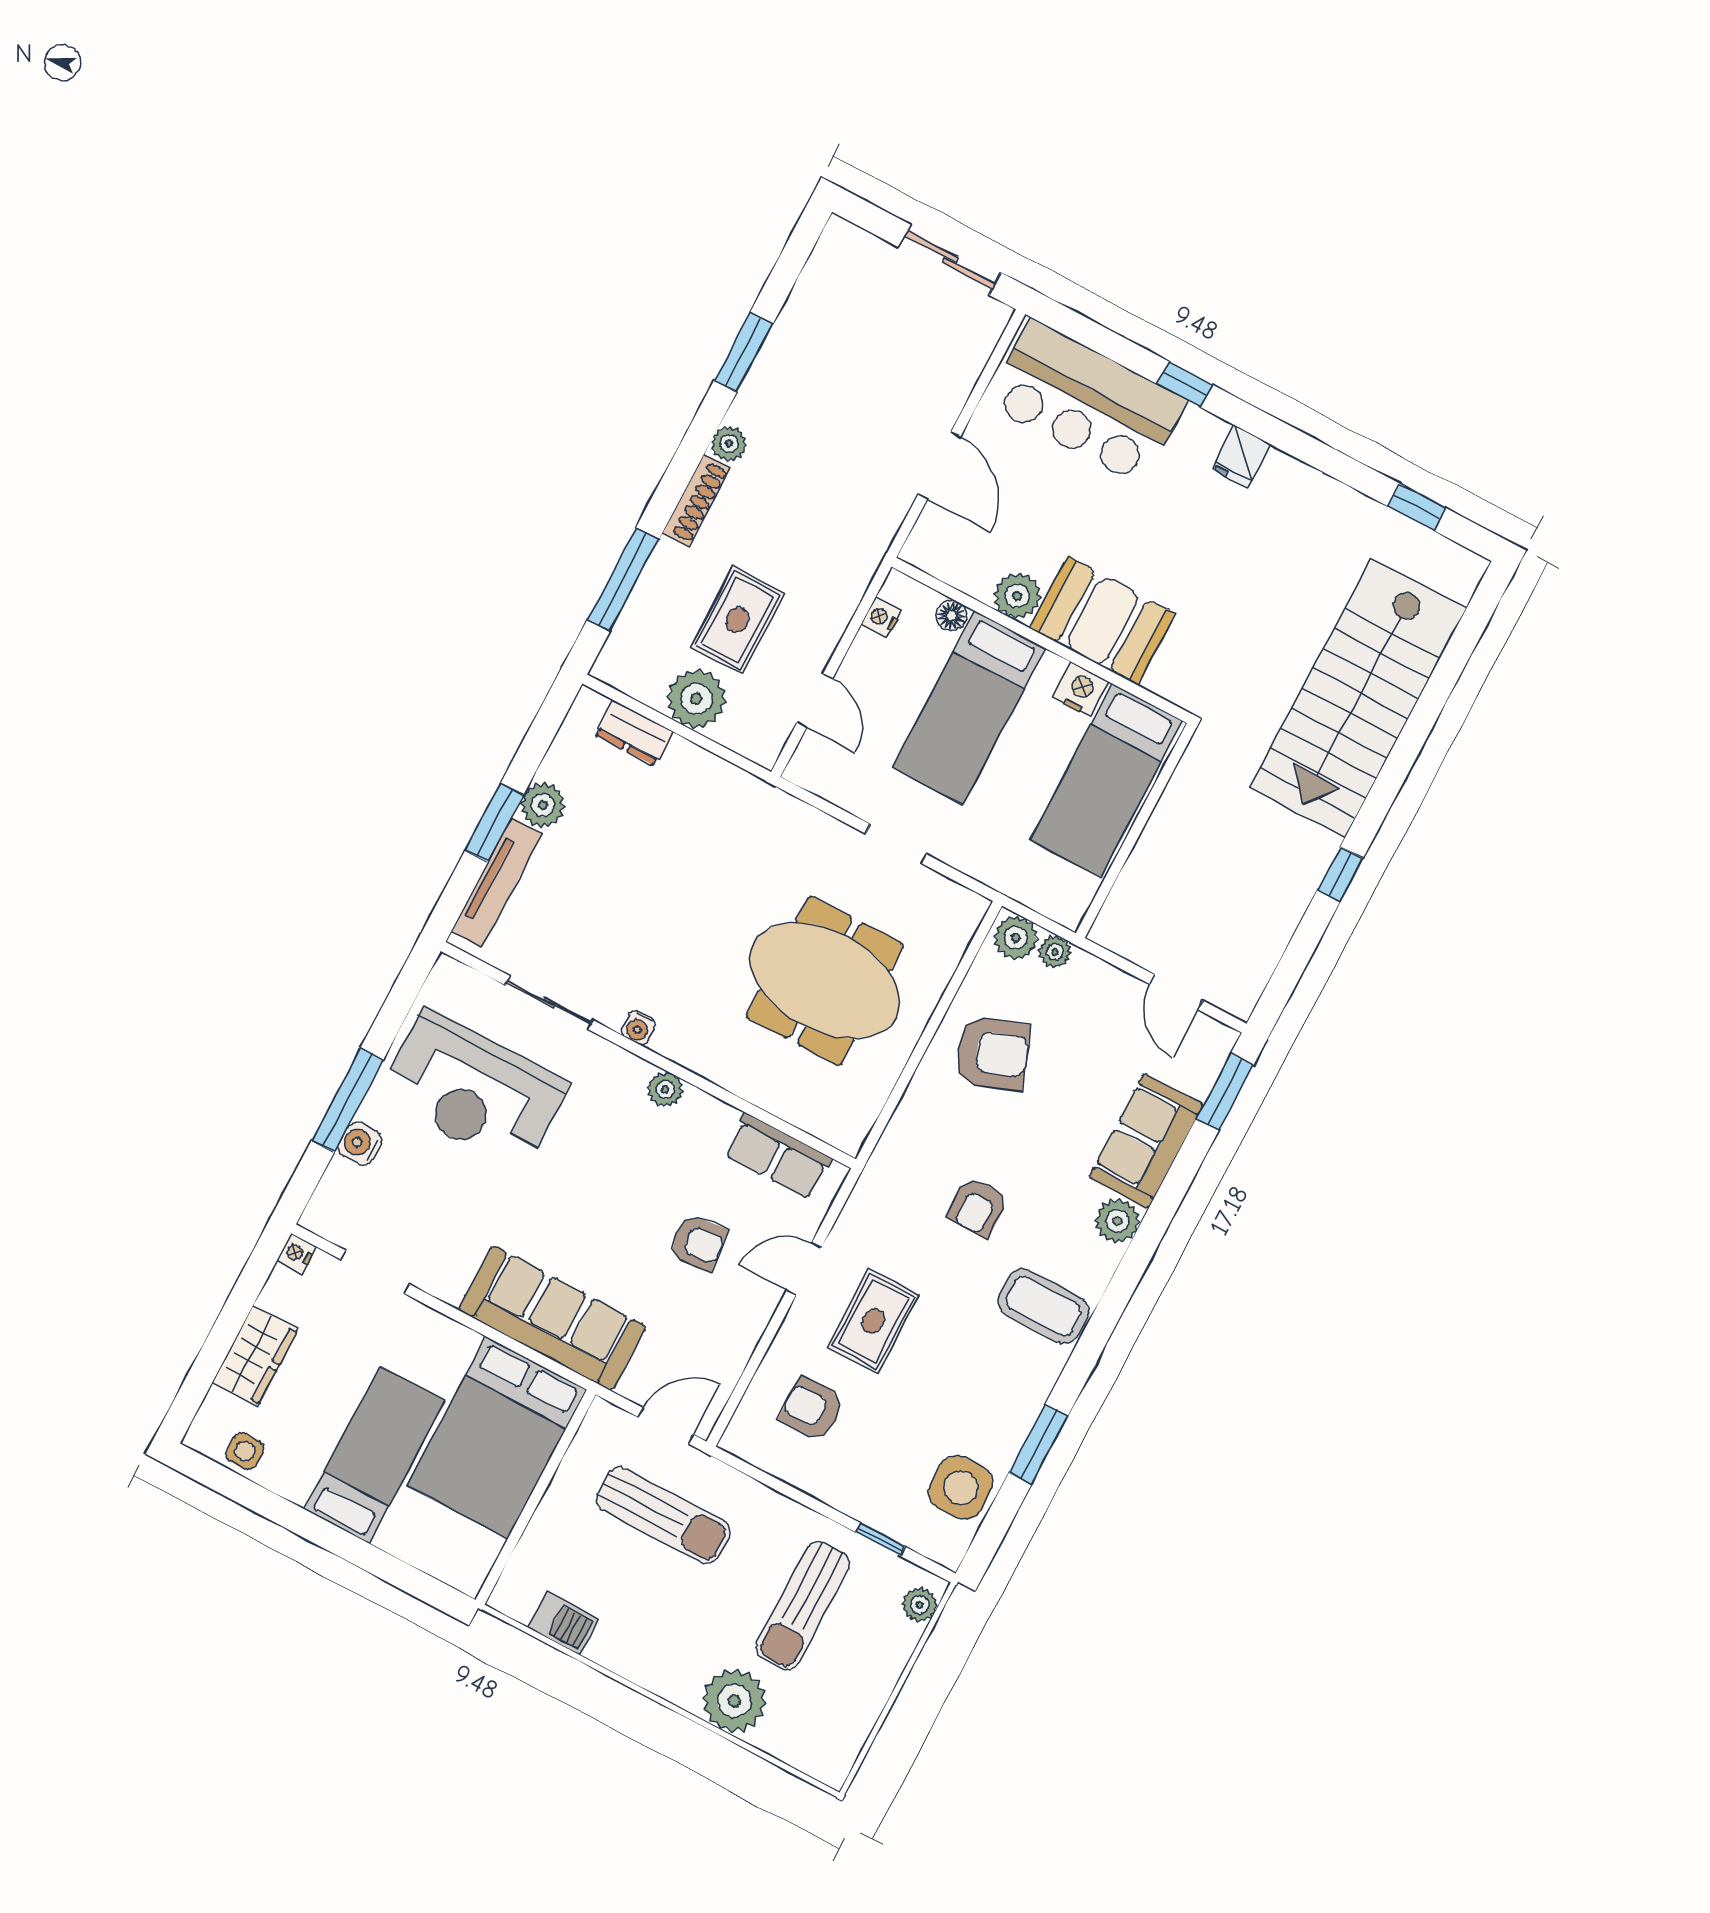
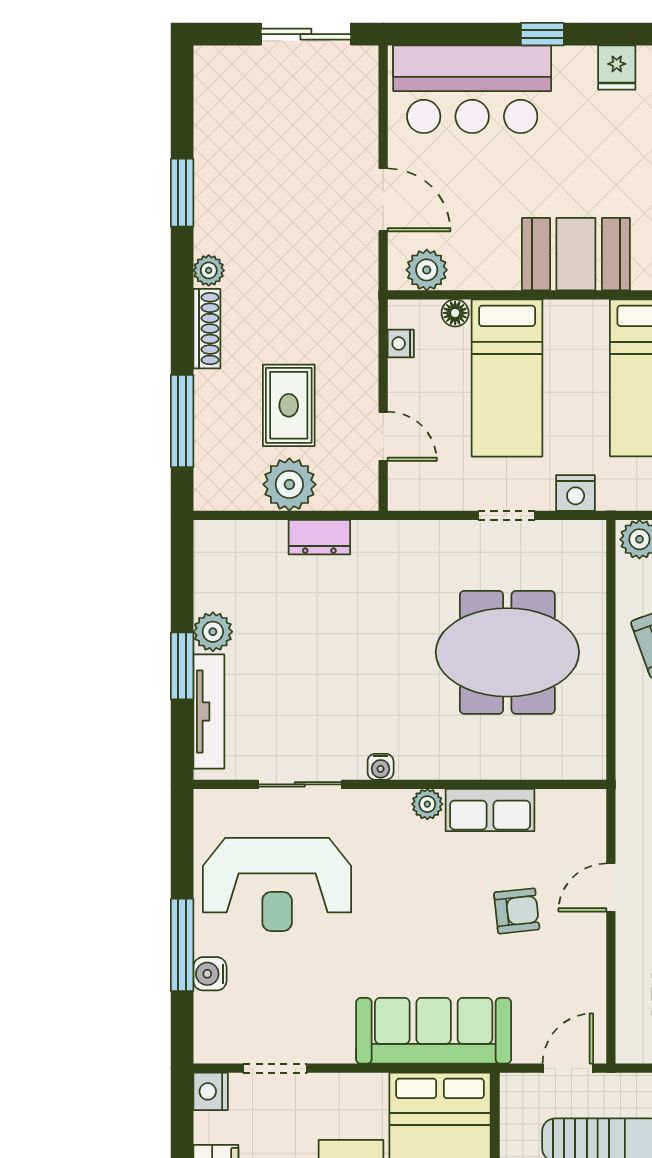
plant: (1017, 596) -> (427, 270), moved
nightstand: (1081, 690) -> (576, 493), moved, turned 180
dresser: (634, 733) -> (319, 537), moved
row of seats: (778, 1156) -> (490, 810), moved
nightstand: (297, 1253) -> (211, 1091), width x1.39, depth x1.35

